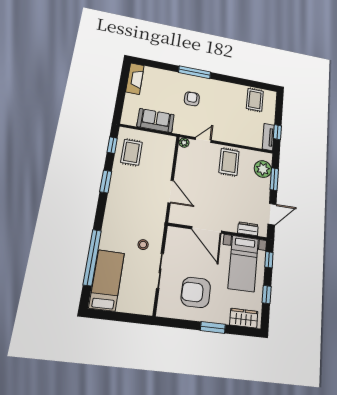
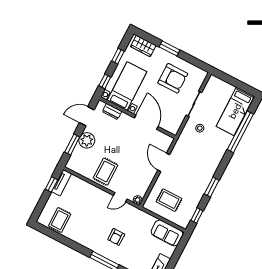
sofa: (156, 121) -> (167, 233), moved
rug: (131, 152) -> (169, 200), moved, turned 90
plant: (263, 169) -> (87, 140), moved

